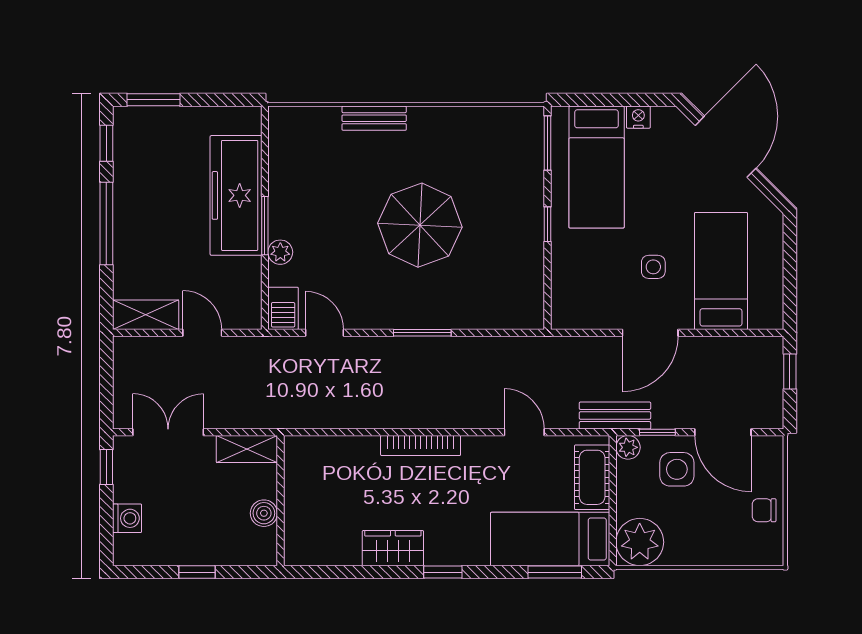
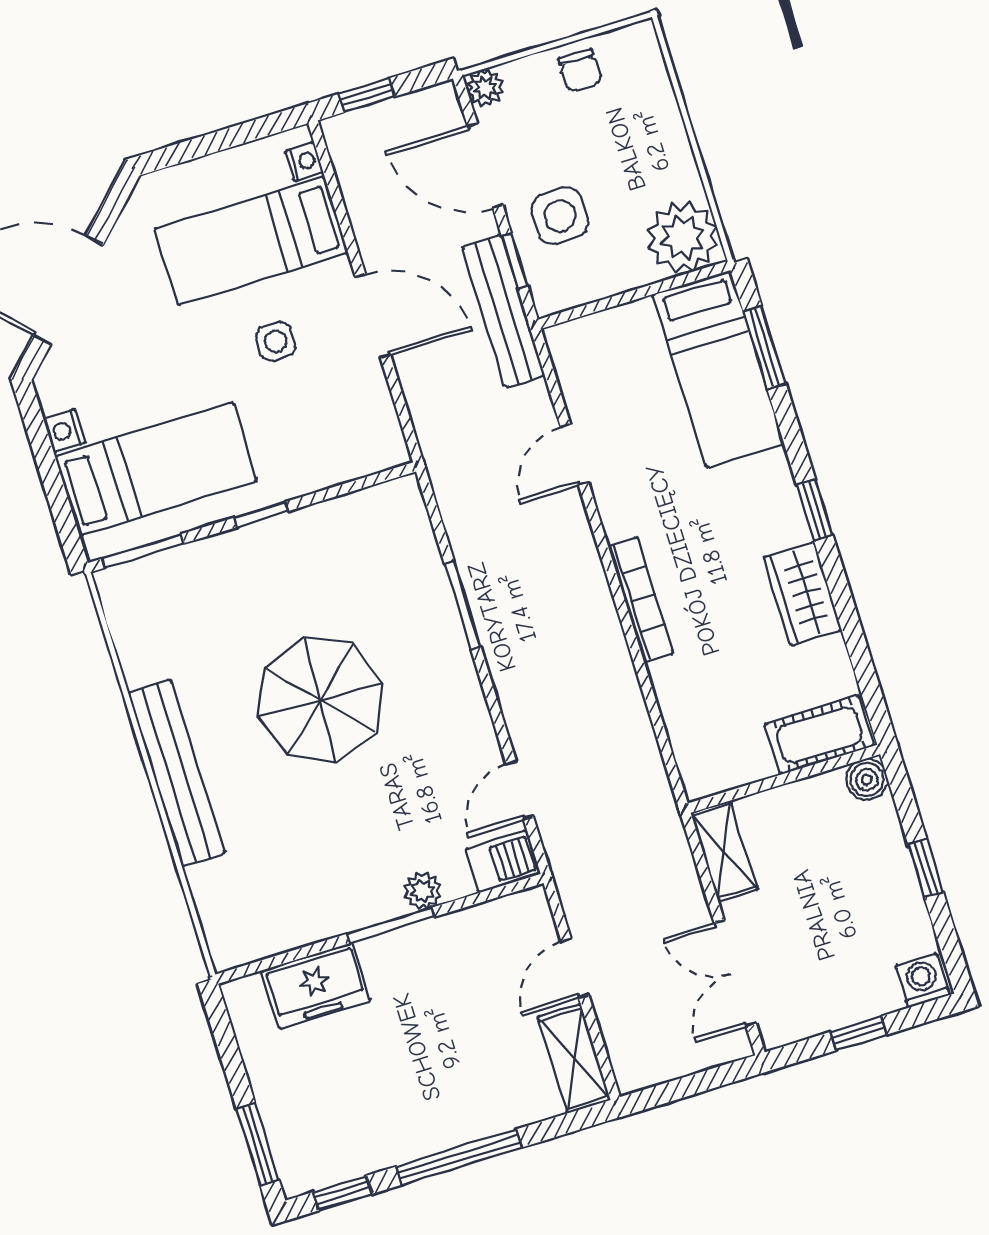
bench: (374, 118) -> (176, 773), width x1.86, depth x1.21
freezer: (236, 195) -> (316, 986), width x0.52, depth x0.79
nightstand: (761, 320) -> (304, 161), added
window: (422, 333) -> (463, 605), moved
bench: (615, 415) -> (504, 311), width x1.36
door: (723, 432) -> (485, 166), swing flipped
plant: (628, 447) -> (485, 88), moved
window: (106, 467) -> (859, 1033), moved
cot: (592, 477) -> (819, 735), moved
boiler: (264, 513) -> (867, 780), moved
washing machine: (127, 518) -> (922, 981), moved

